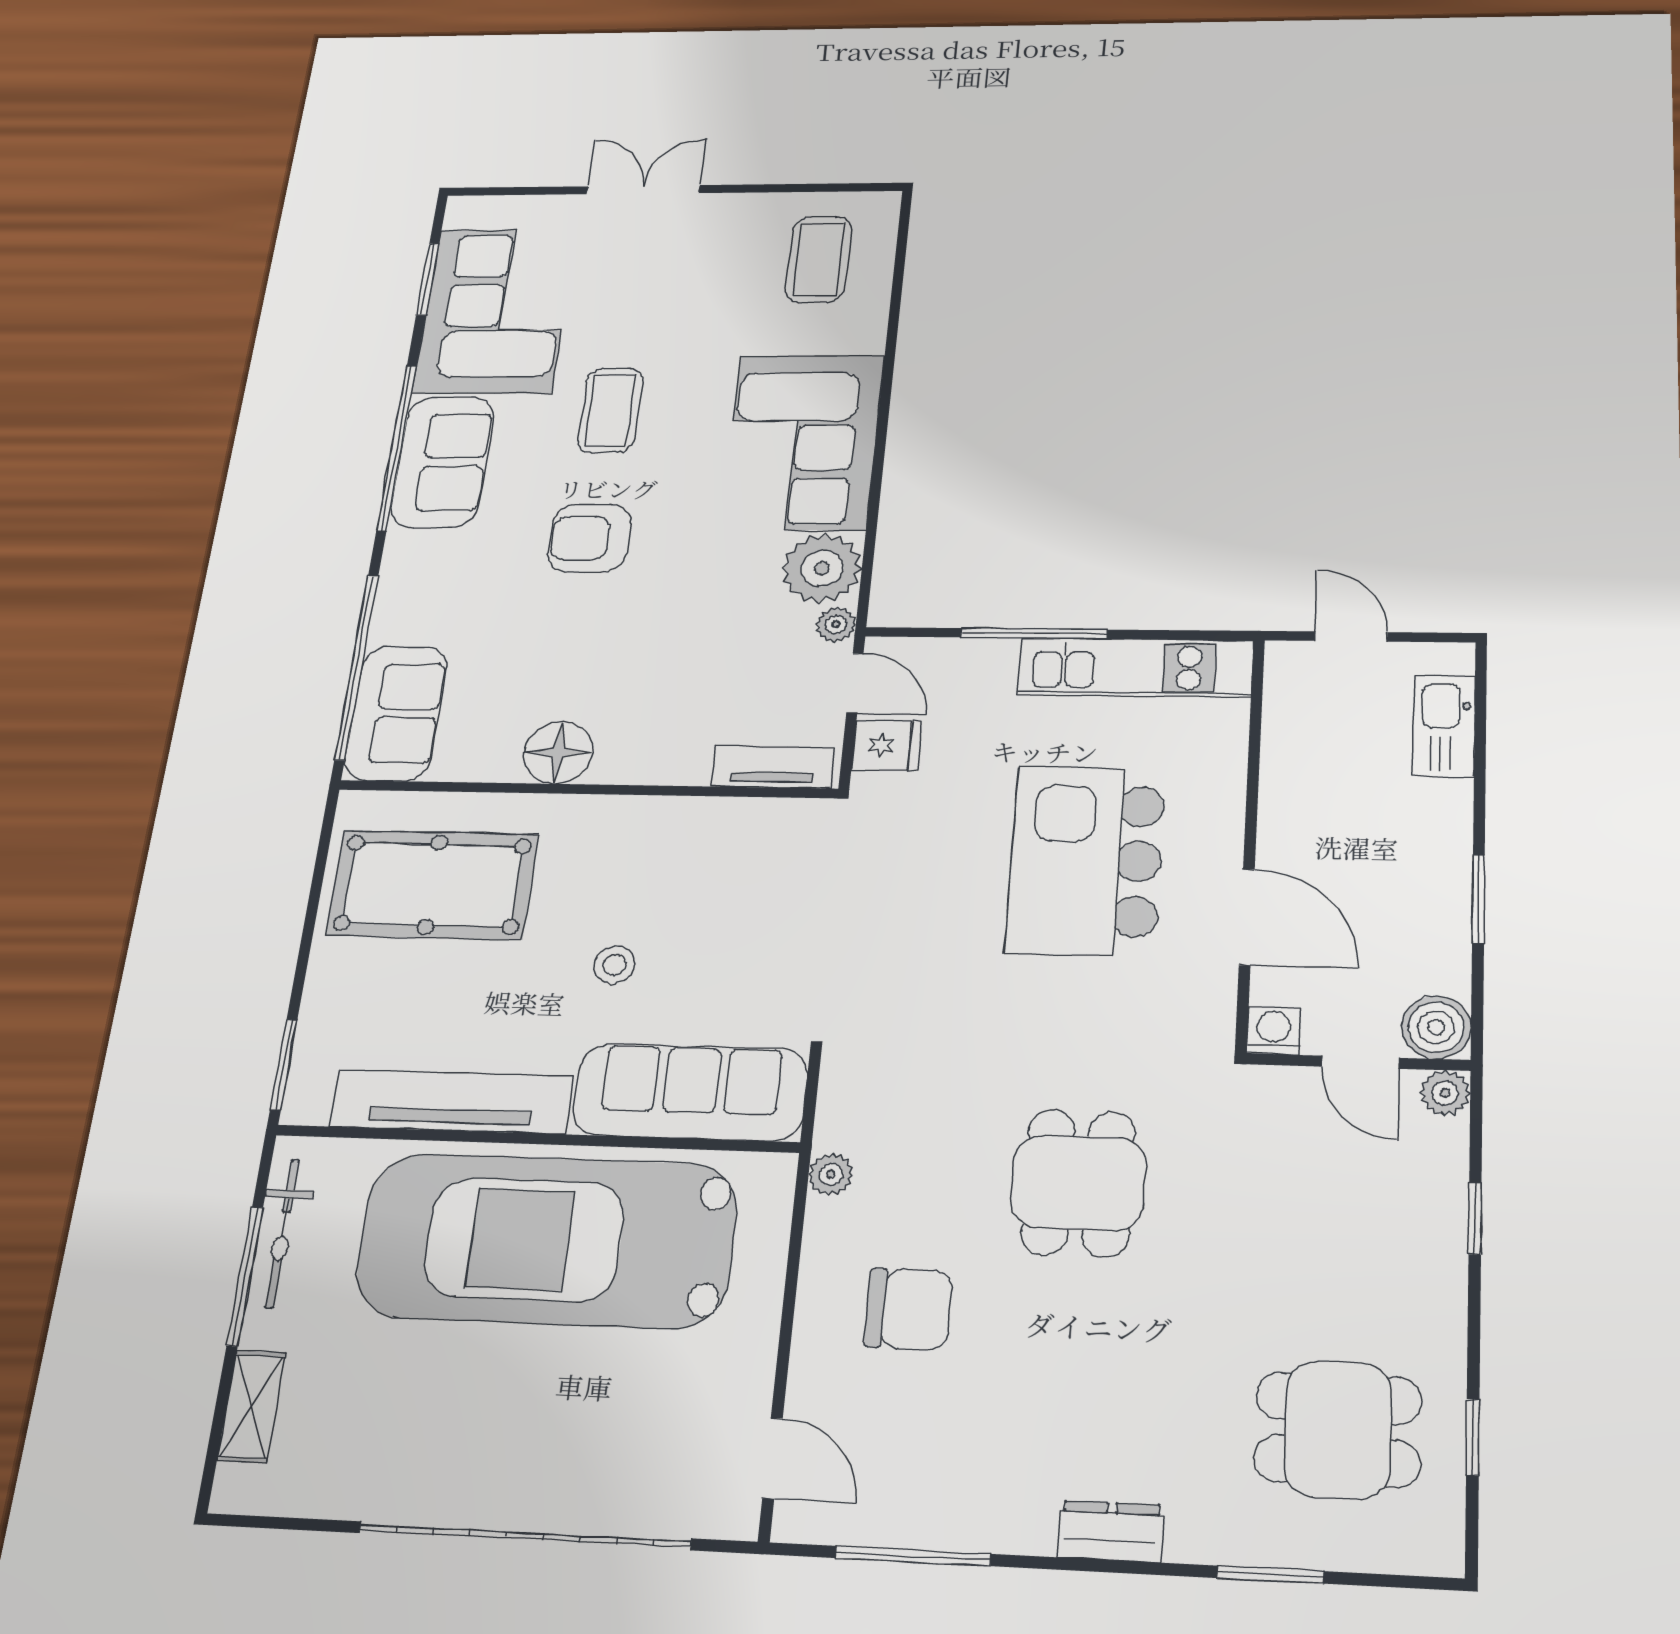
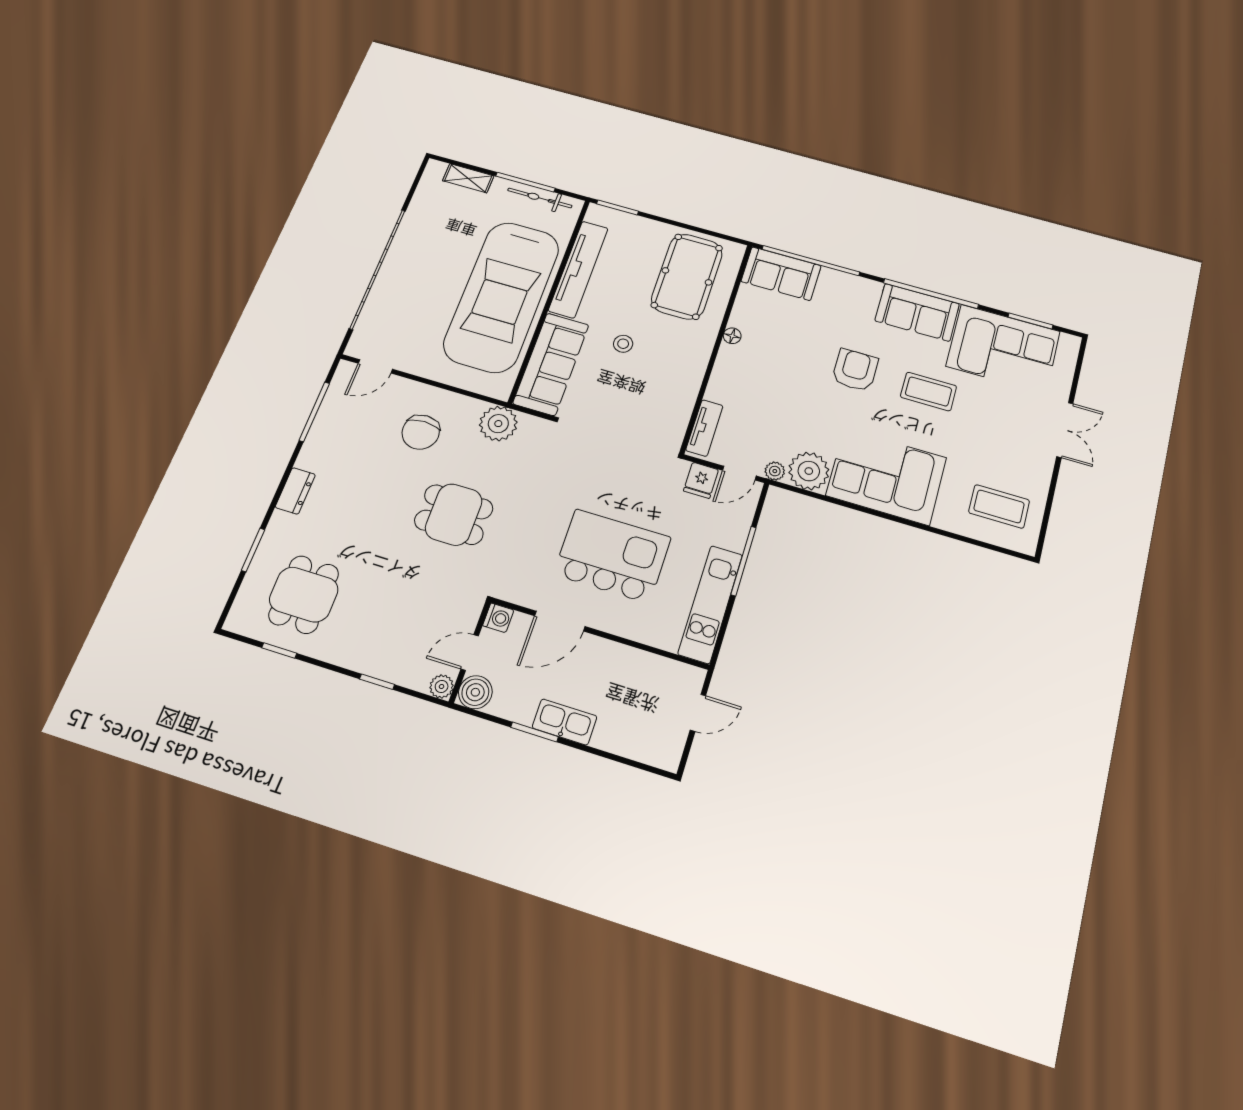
kitchen sink: (1444, 726) -> (565, 722), moved
floor lamp: (558, 753) -> (732, 336), width x0.53, depth x0.53
plant: (831, 1174) -> (498, 424), width x1.88, depth x1.88
car: (546, 1240) -> (502, 296), turned 180

